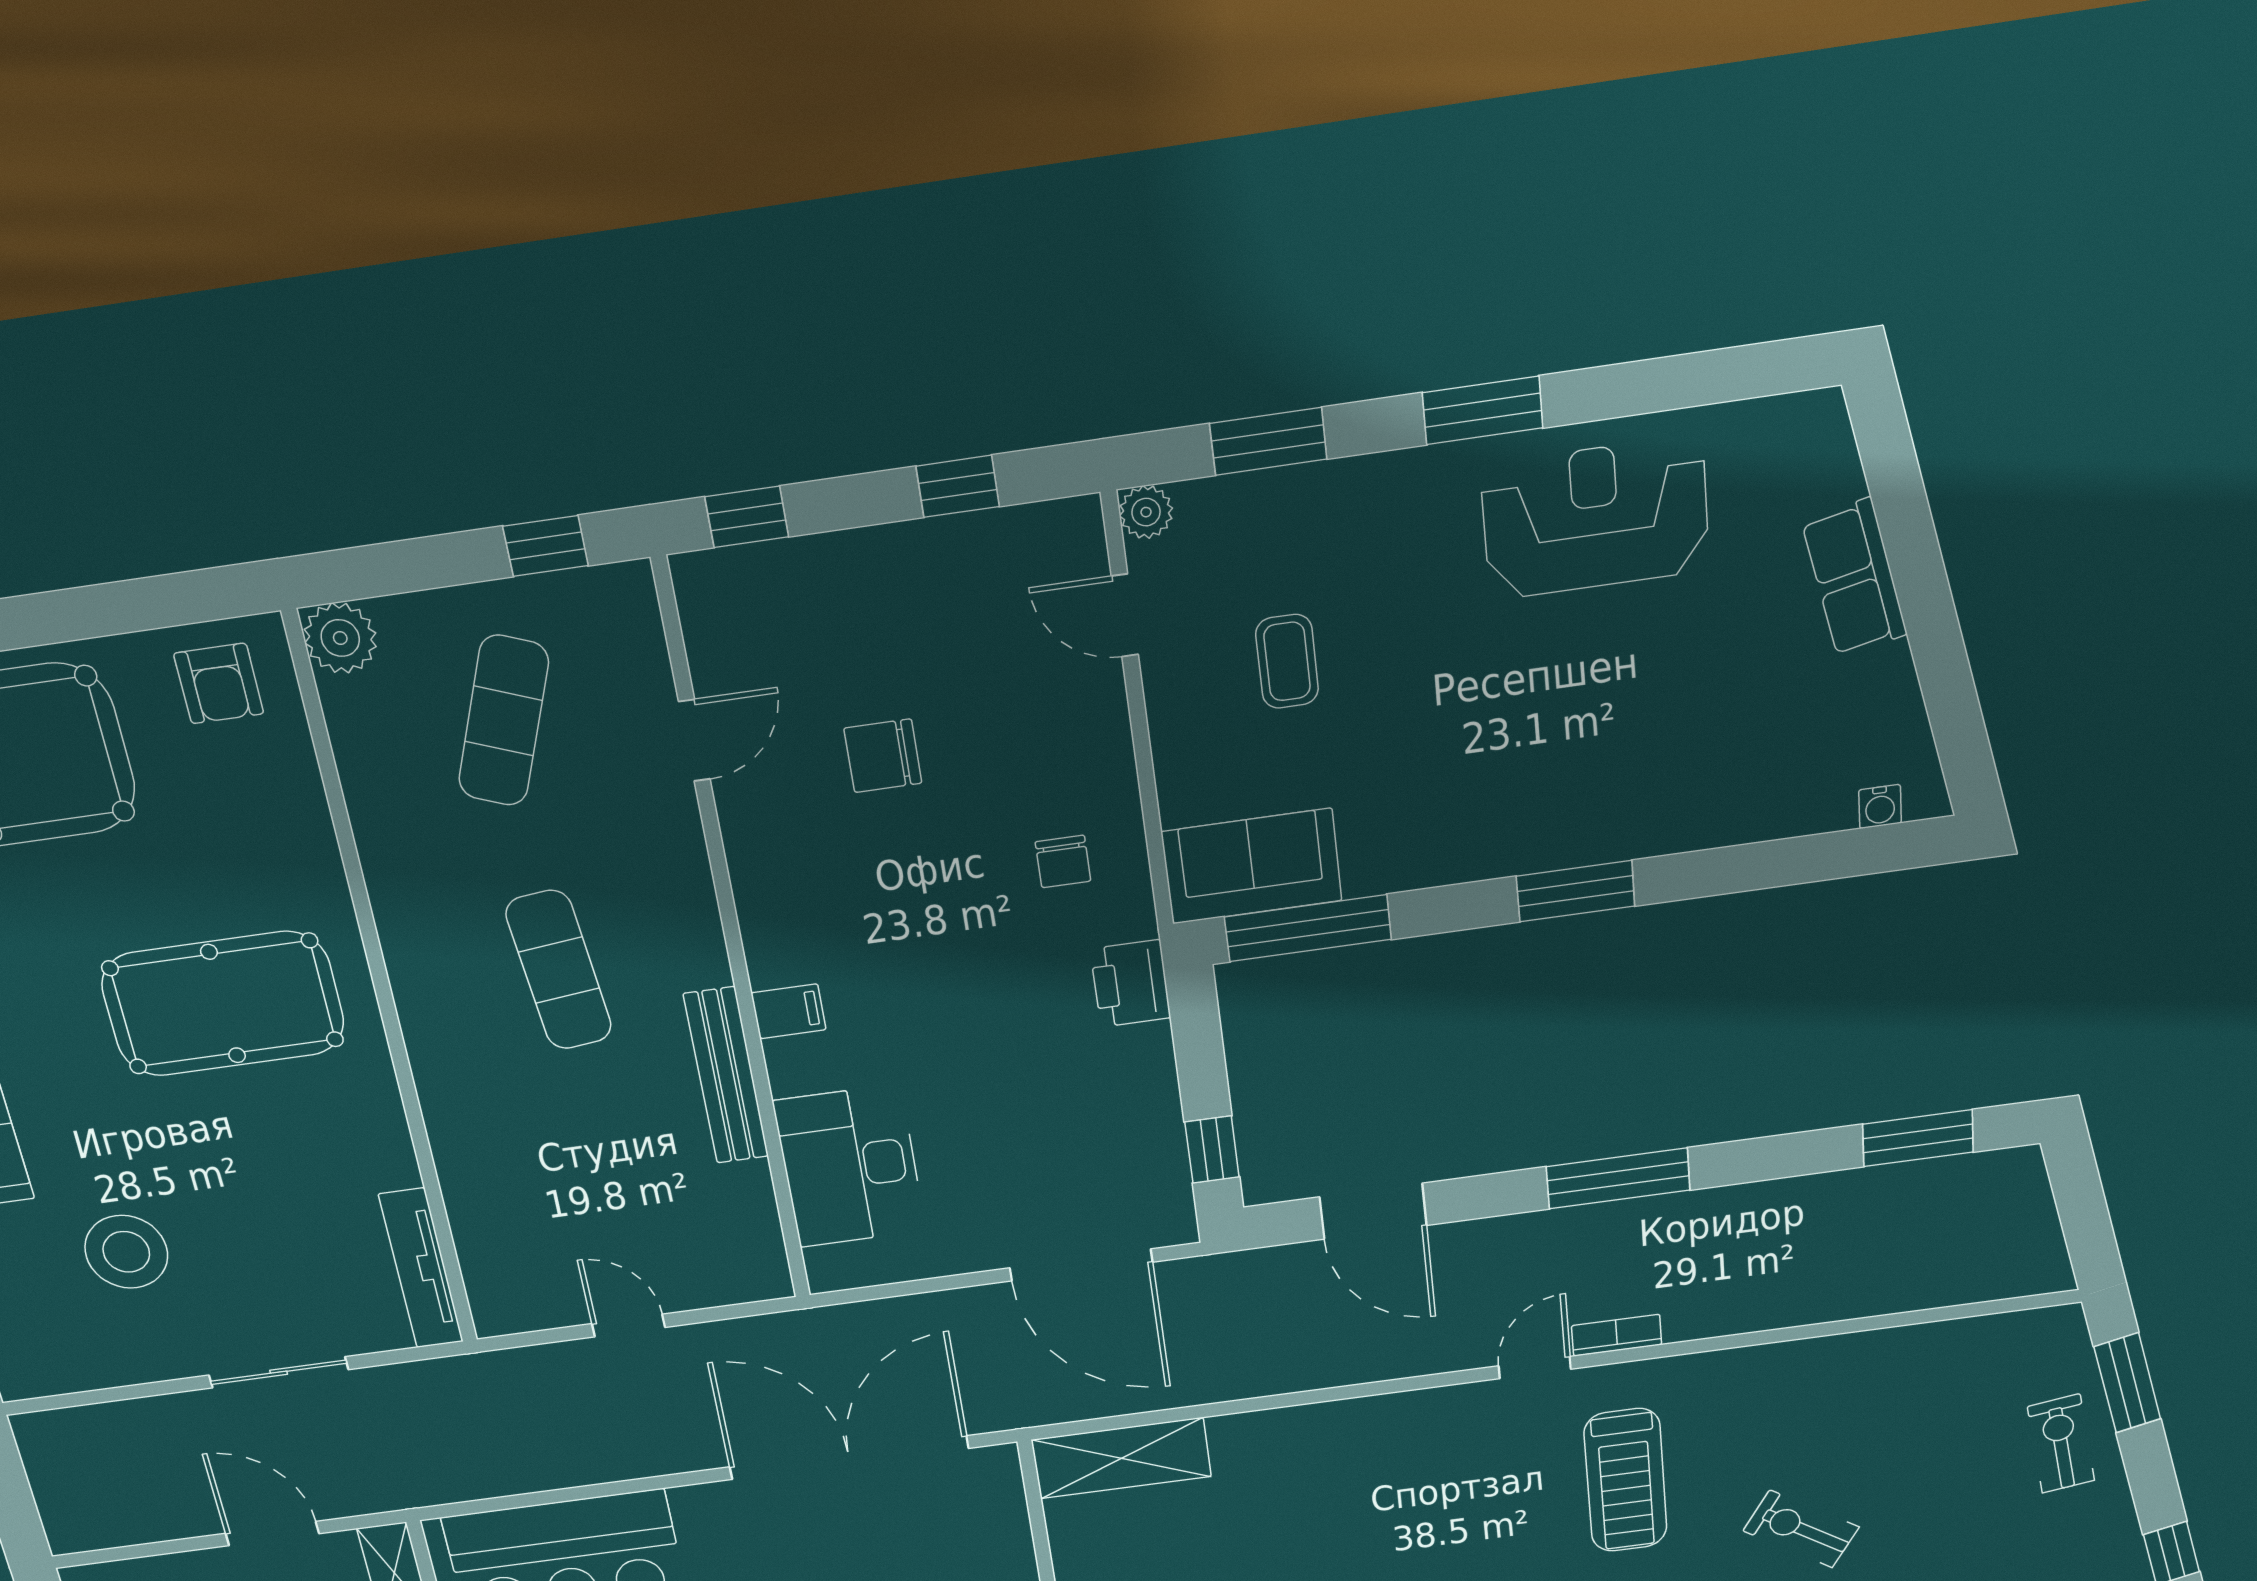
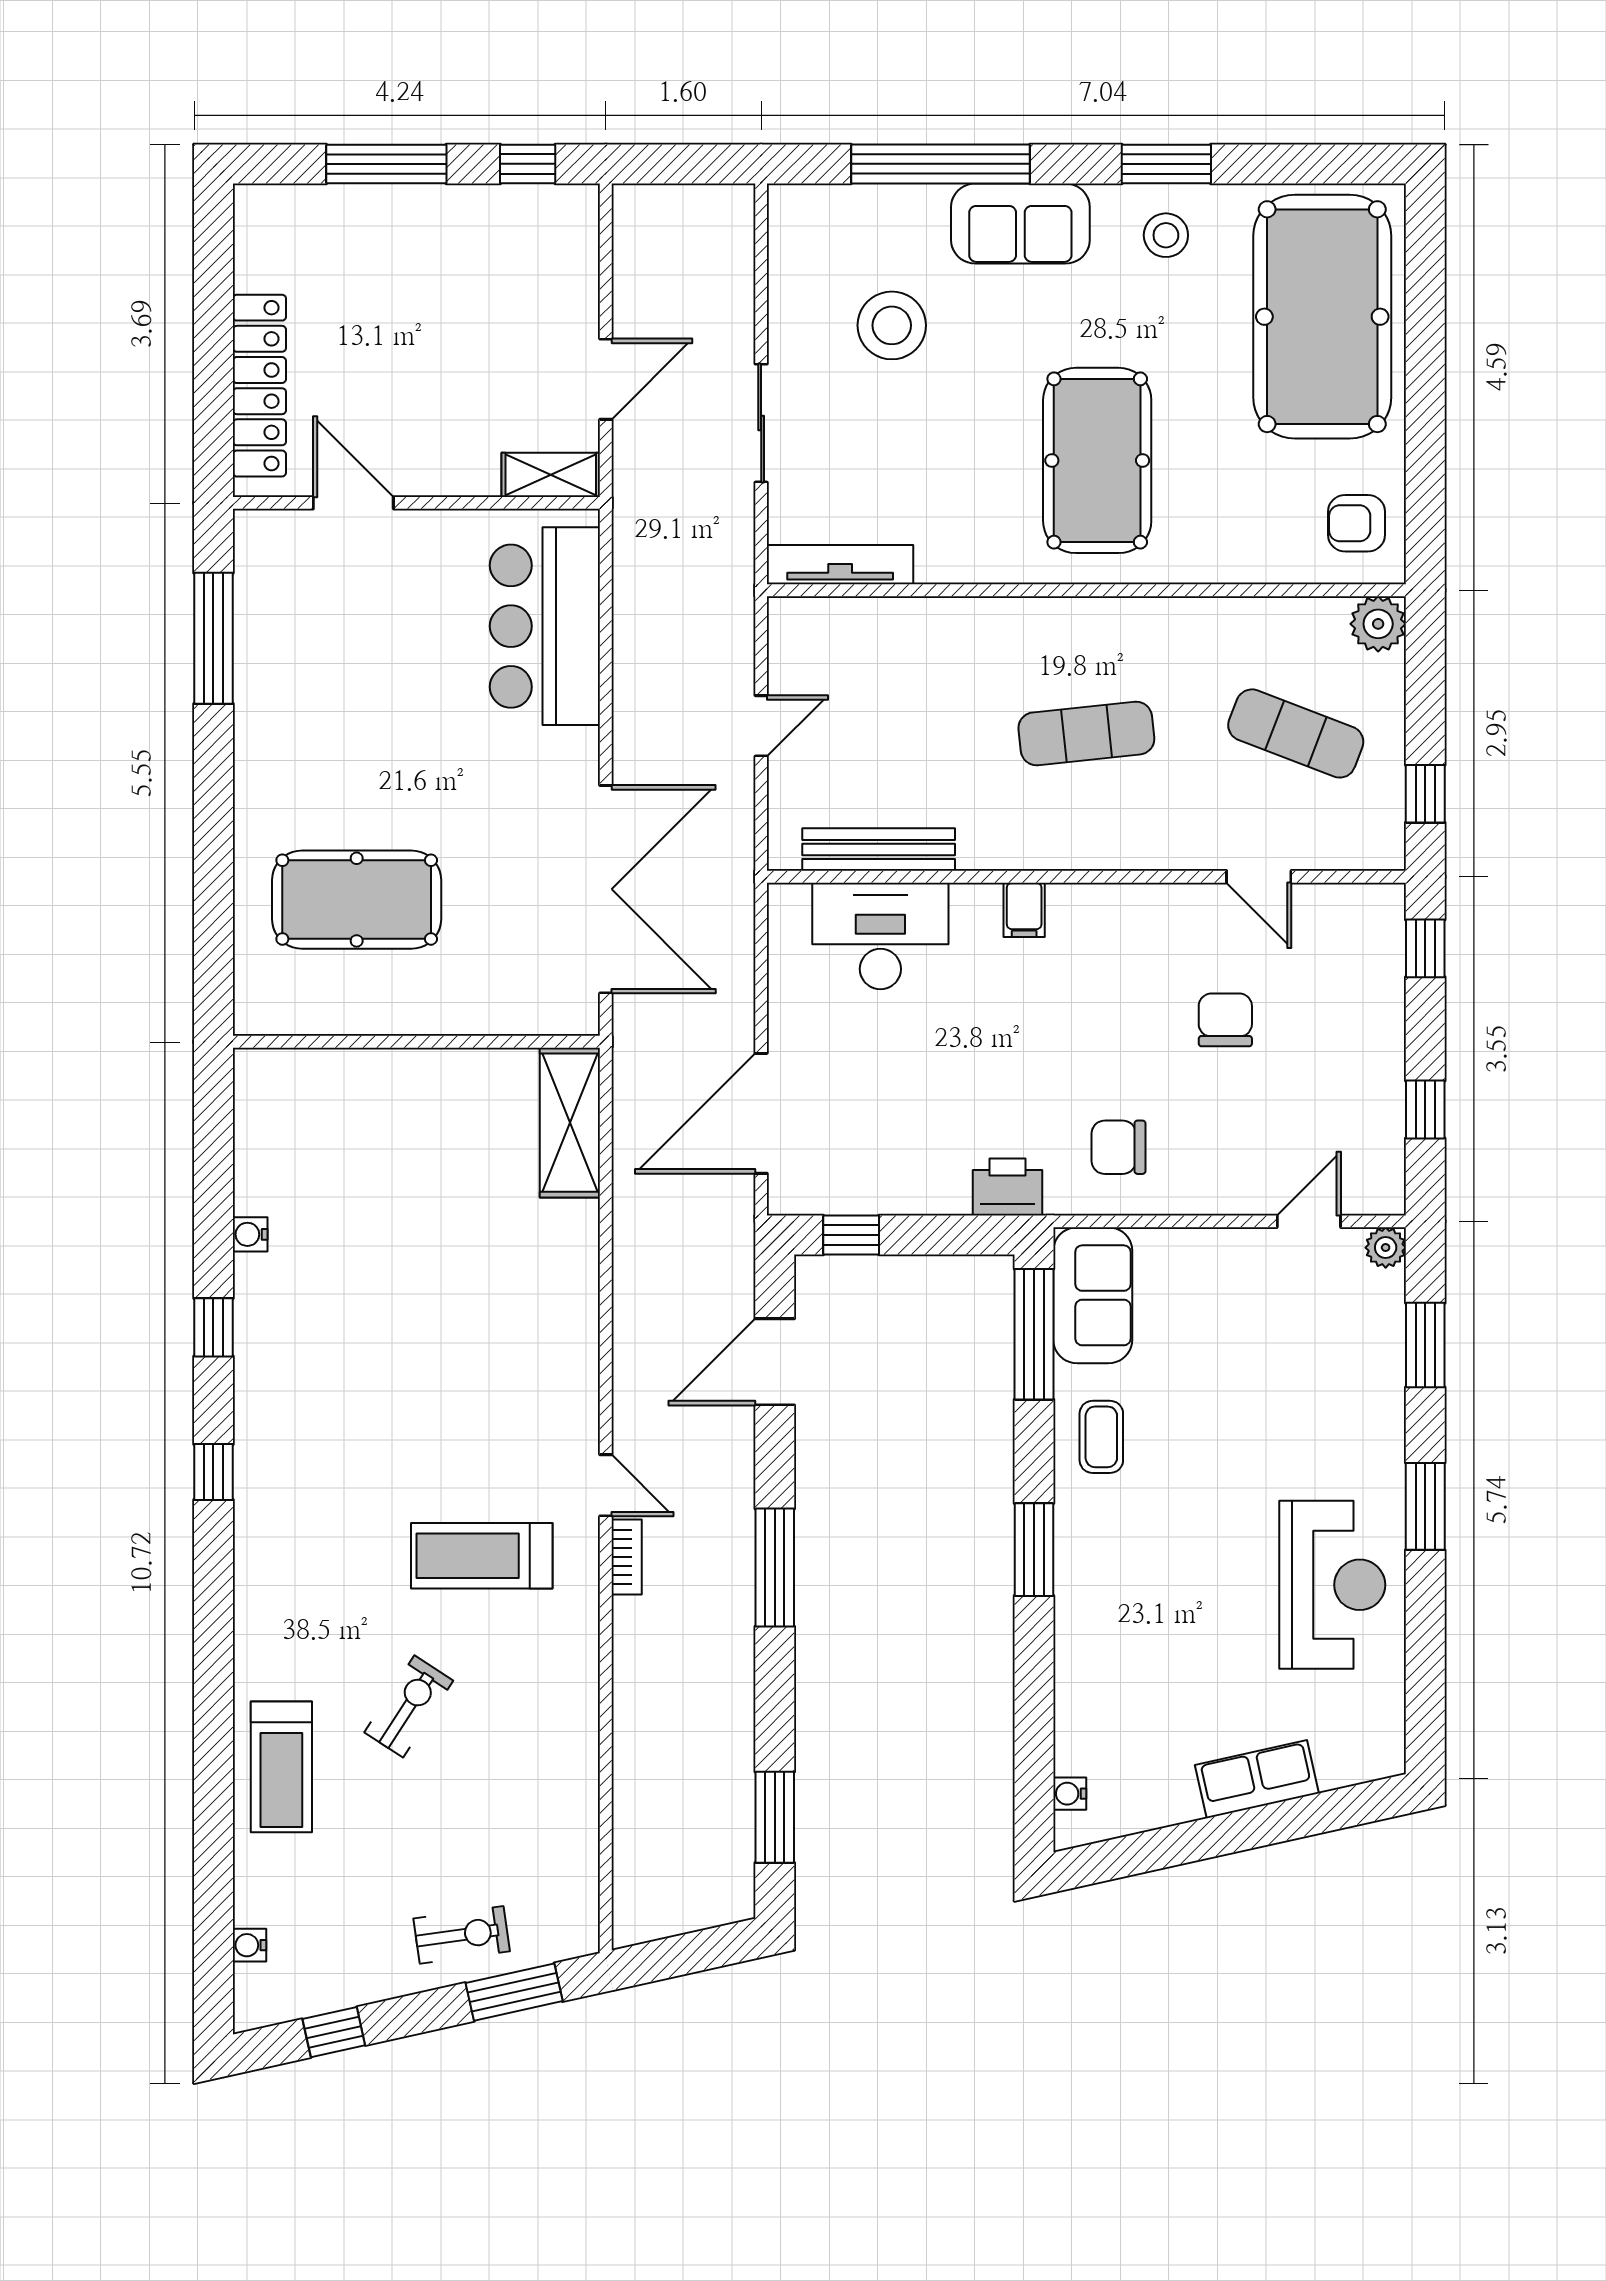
coffee table: (1287, 661) -> (1101, 1437), moved, turned 90
chair: (1063, 861) -> (1119, 1147), width x1.37, depth x1.37
bench: (726, 1076) -> (879, 850), moved

